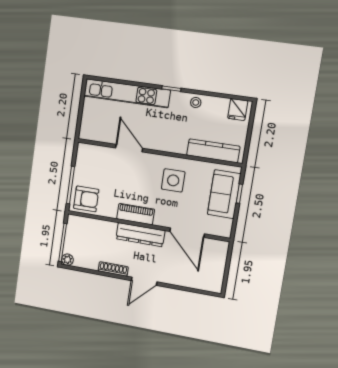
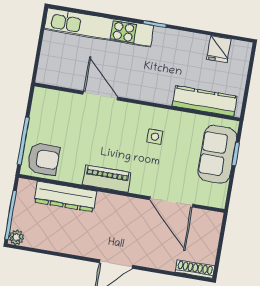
stool: (196, 102) -> (184, 42), removed
fridge: (238, 110) -> (219, 49), moved
side table: (173, 180) -> (155, 137), width x0.54, depth x0.54
dresser: (140, 235) -> (65, 197), moved
shoe rack: (113, 269) -> (195, 269), moved

